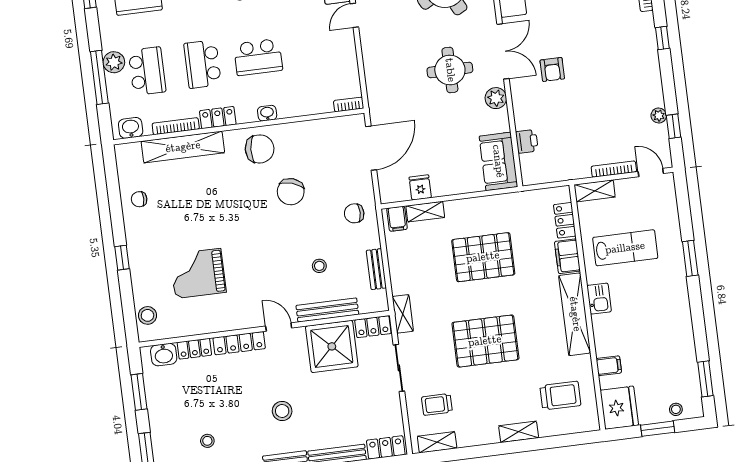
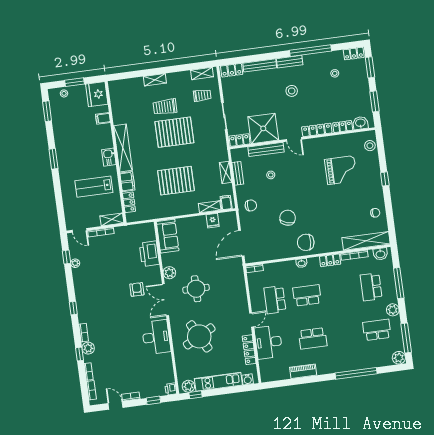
plant: (114, 62) -> (393, 310), moved
school desk: (203, 64) -> (275, 300), moved, turned 180
printer: (527, 141) -> (149, 254), width x1.87, depth x1.48
shelving: (183, 147) -> (366, 241), moved
window: (690, 258) -> (53, 159), moved
shelving: (403, 314) -> (226, 172), moved
trolley: (560, 396) -> (165, 107), moved

